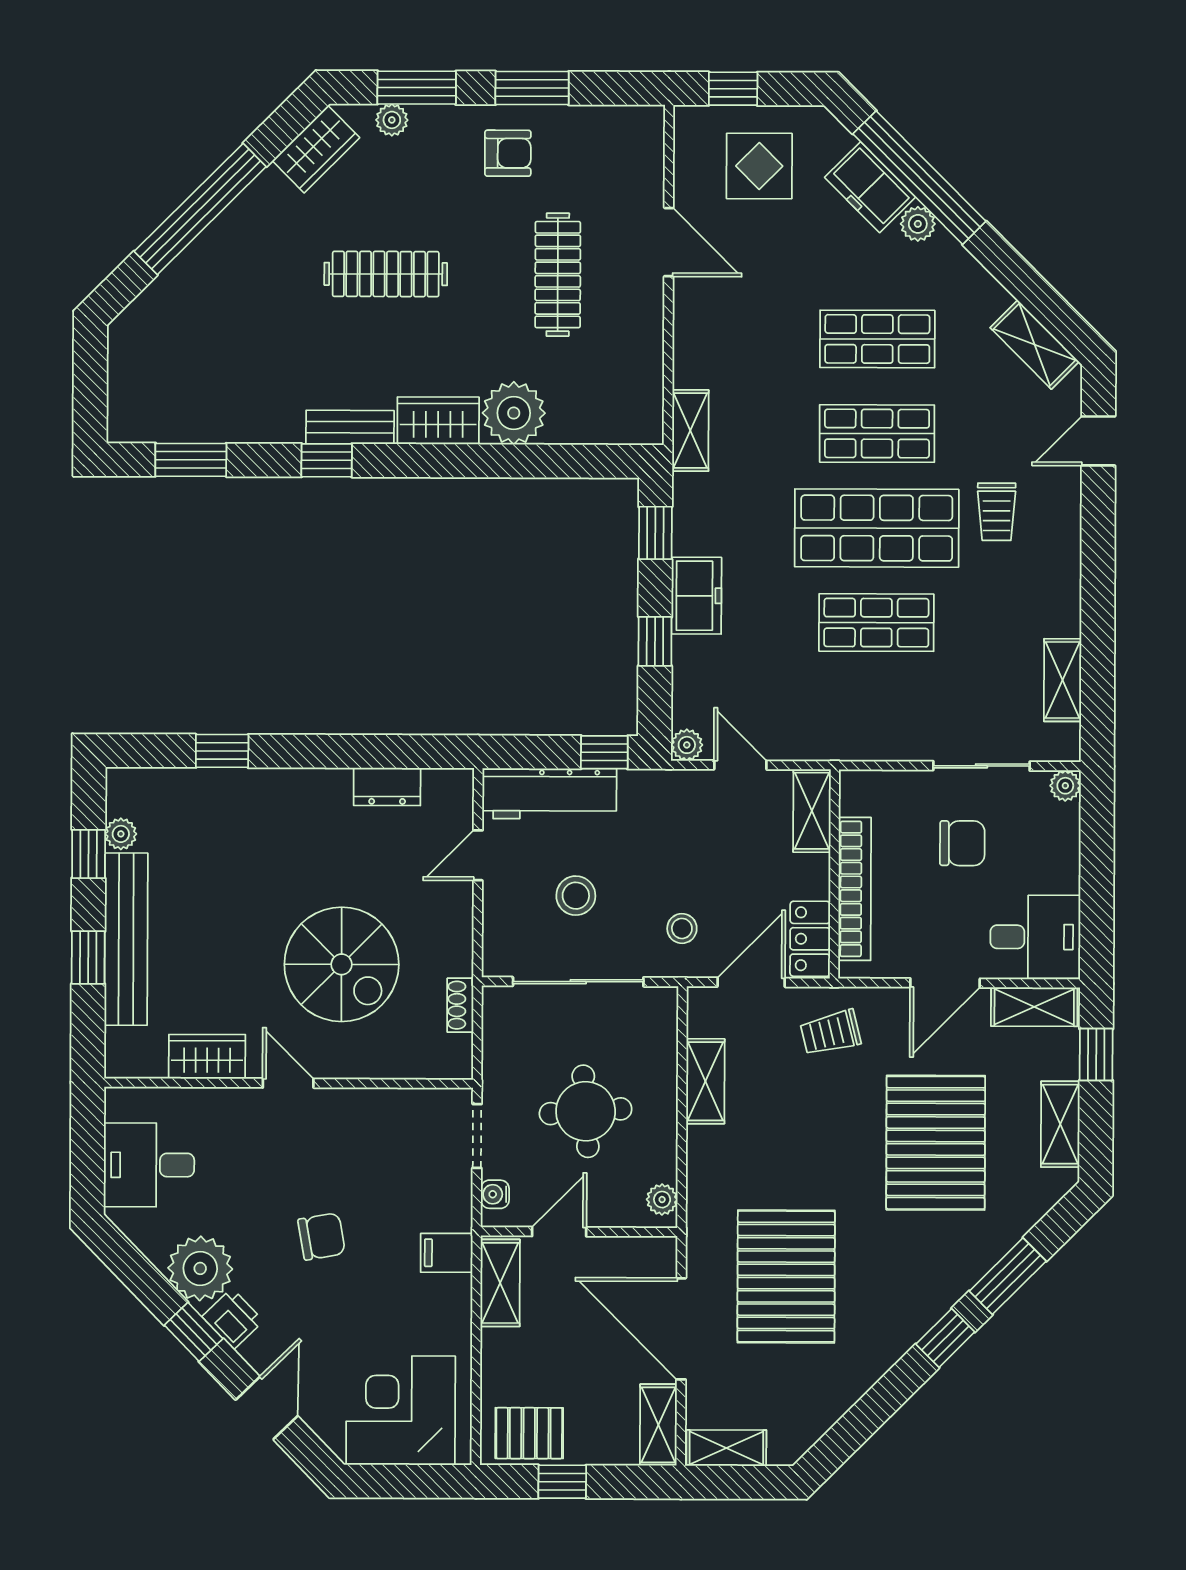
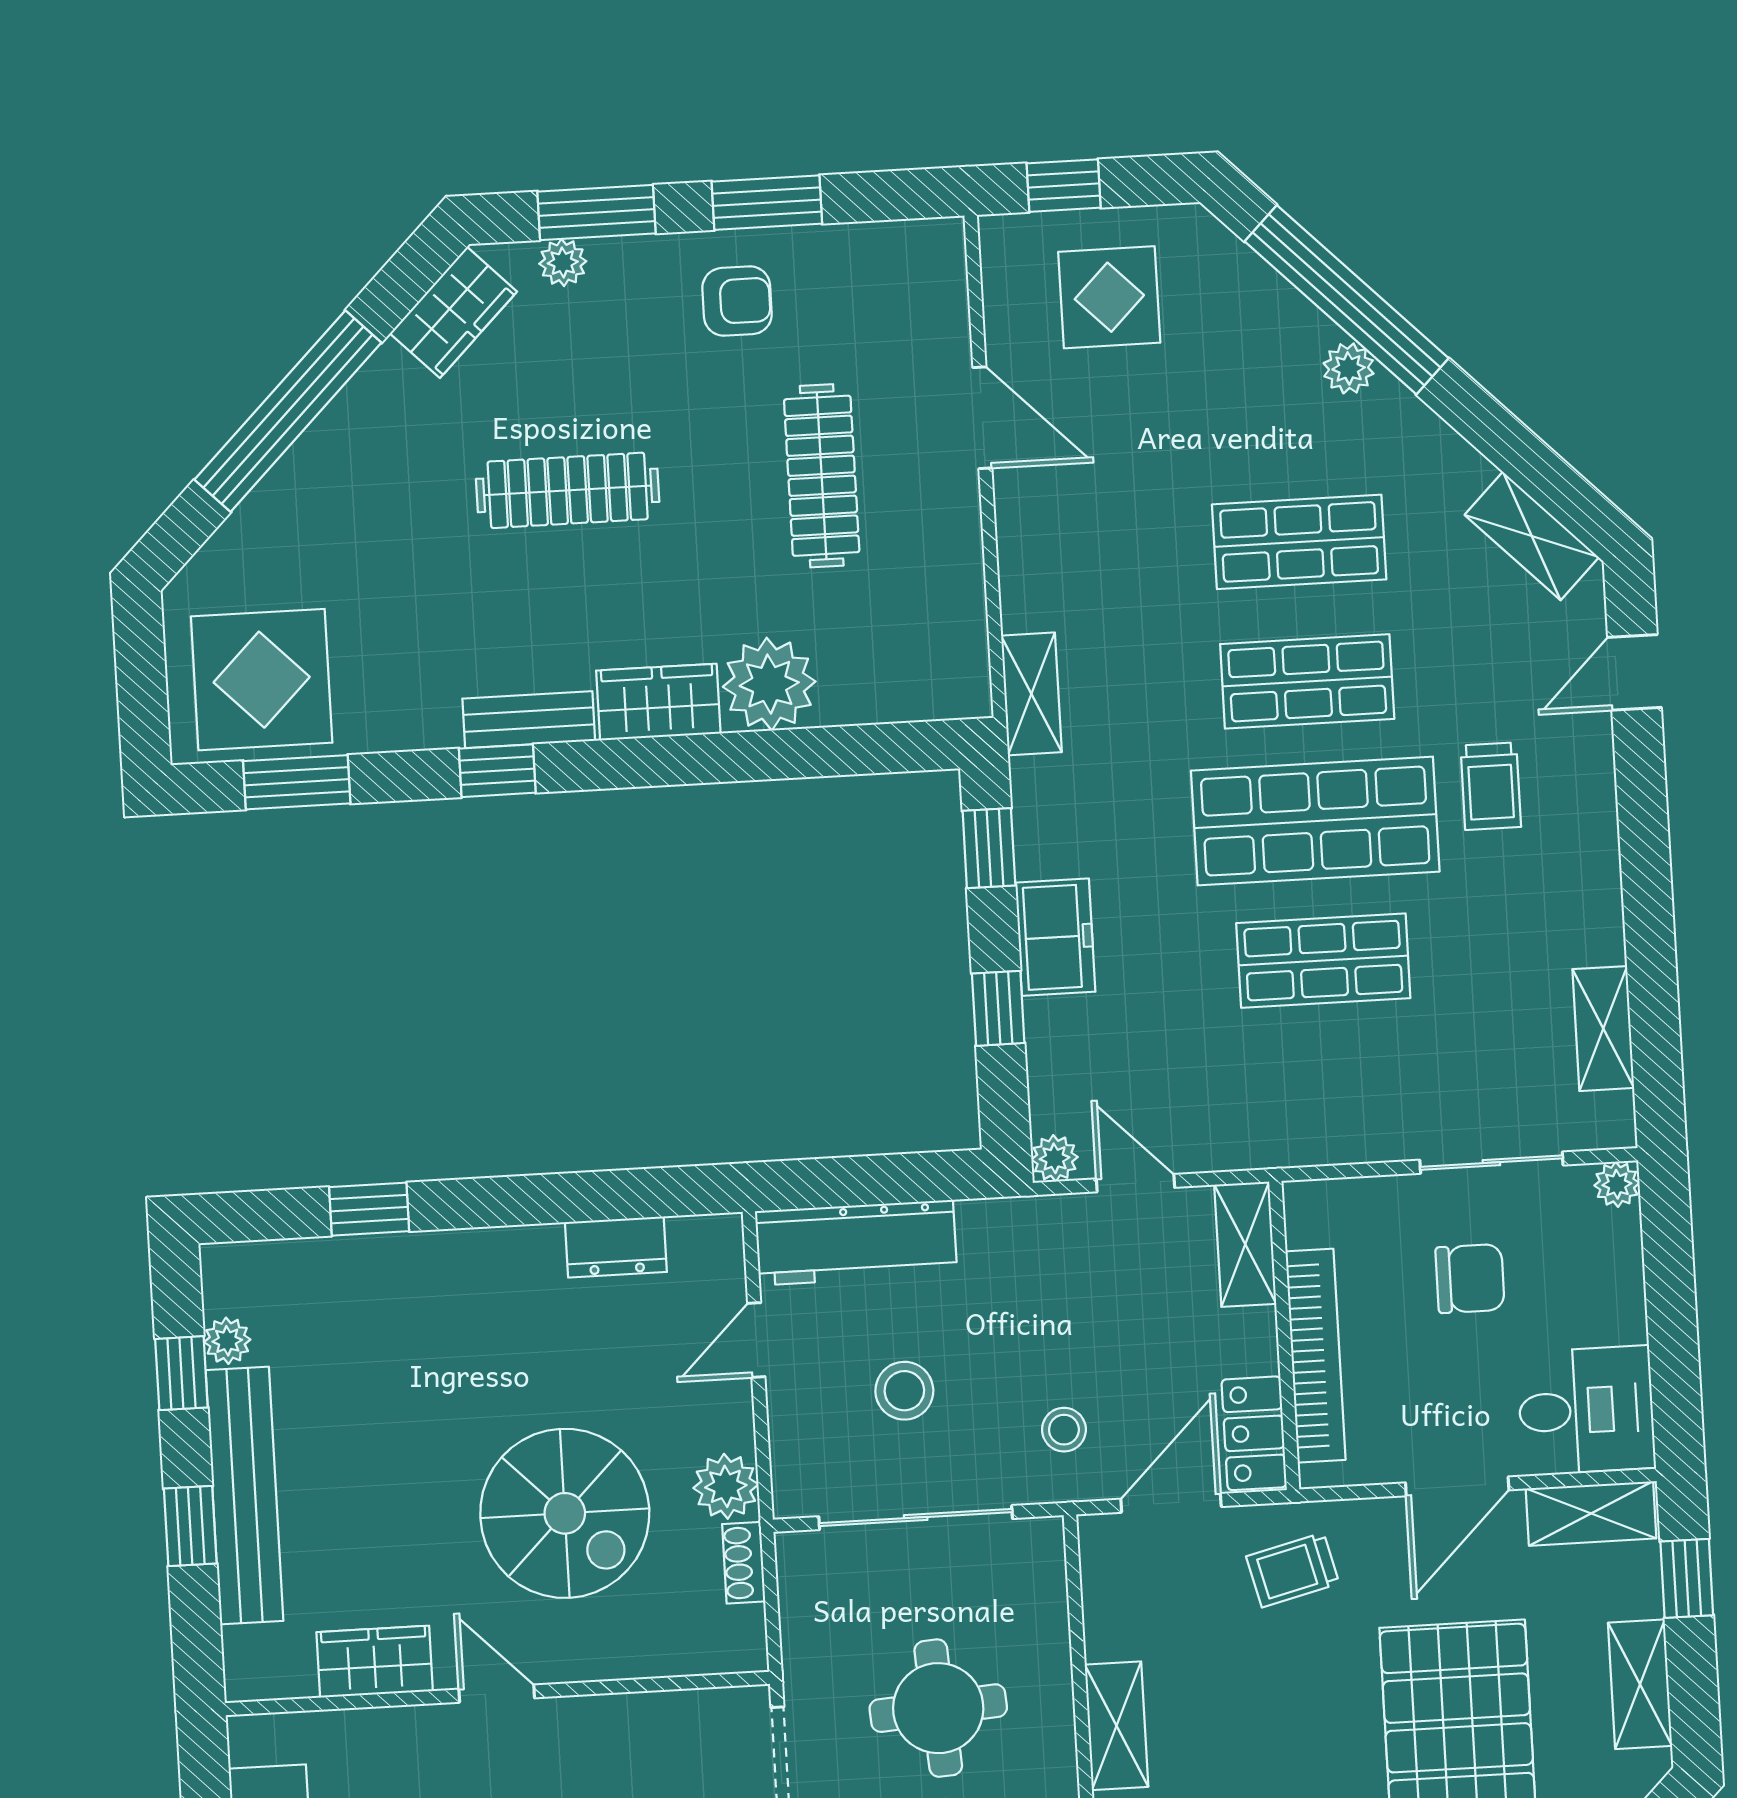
freezer: (870, 187) -> (1275, 319), removed
display table: (171, 389) -> (262, 680), added
window: (604, 752) -> (933, 1177), removed
plant: (451, 953) -> (726, 1486), added
shelving: (705, 1081) -> (1116, 1726), moved

